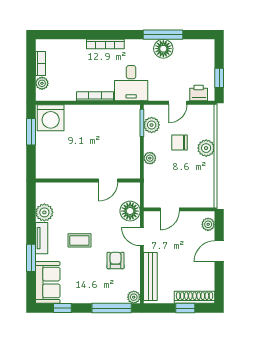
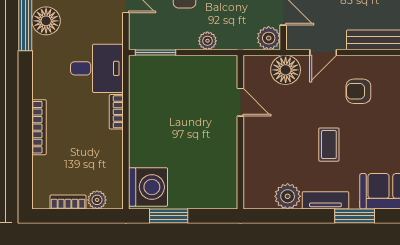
bookcase: (105, 44) -> (39, 127), moved
bookcase: (95, 96) -> (116, 112), width x0.64
plant: (152, 125) -> (269, 38), moved

